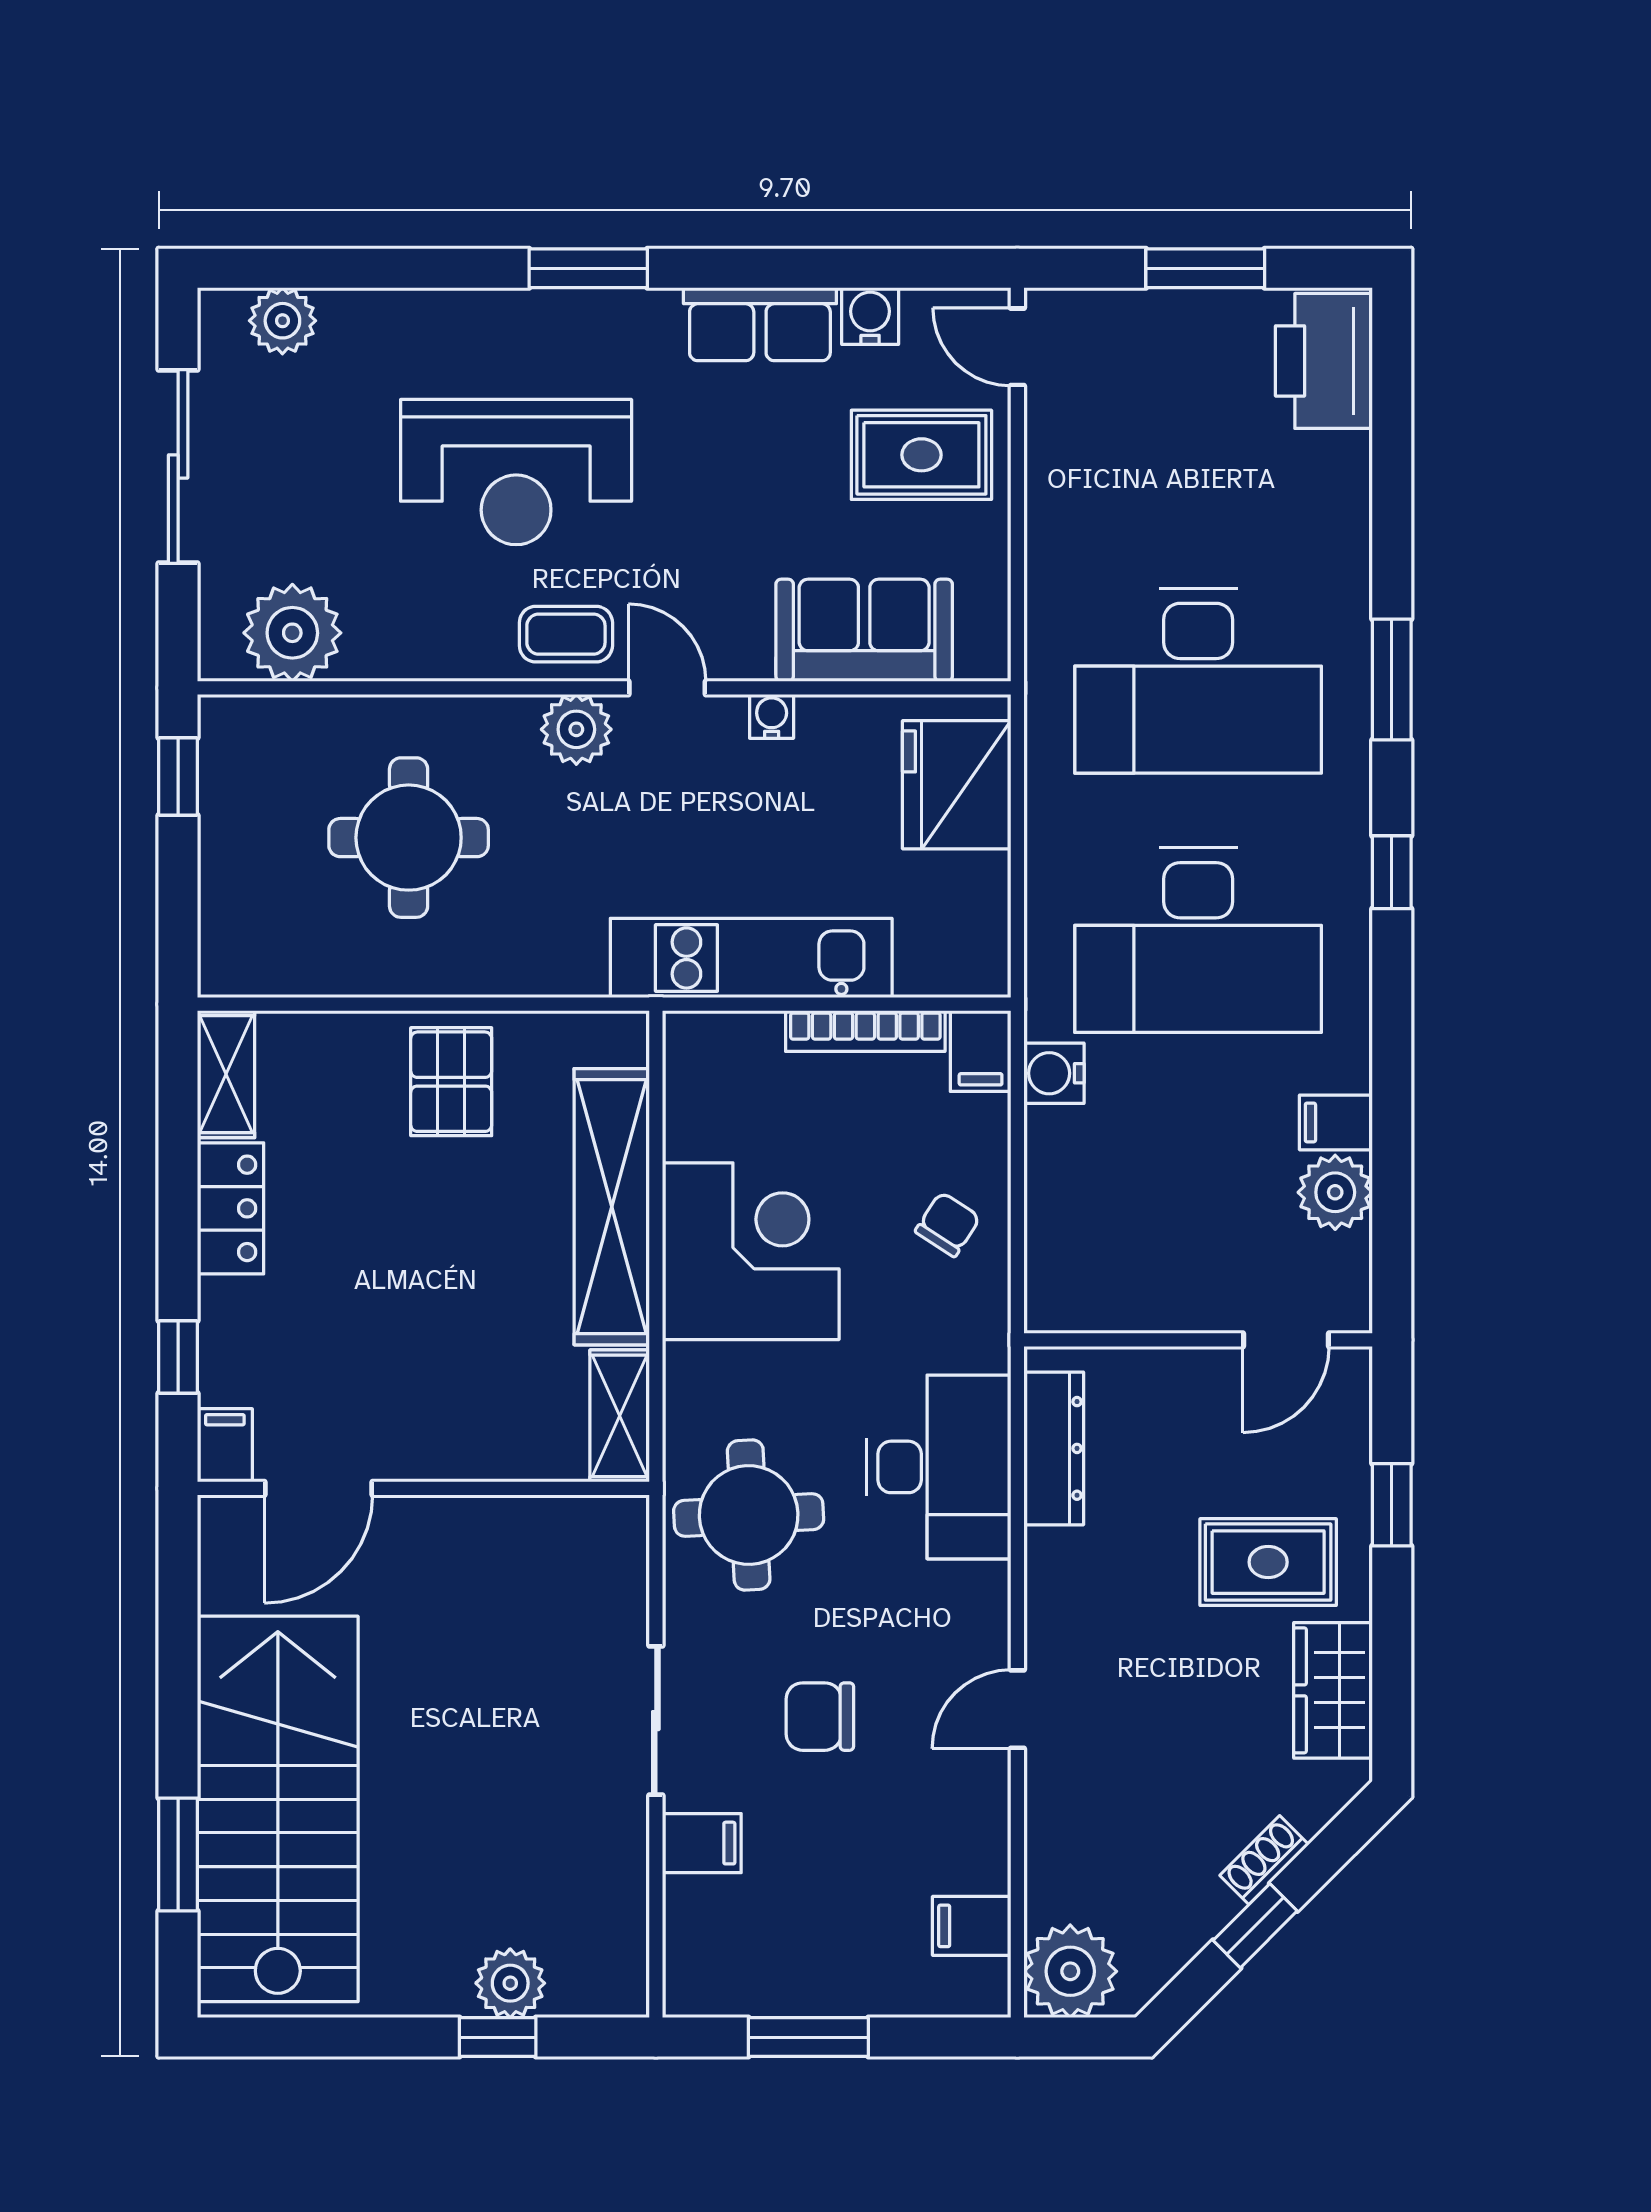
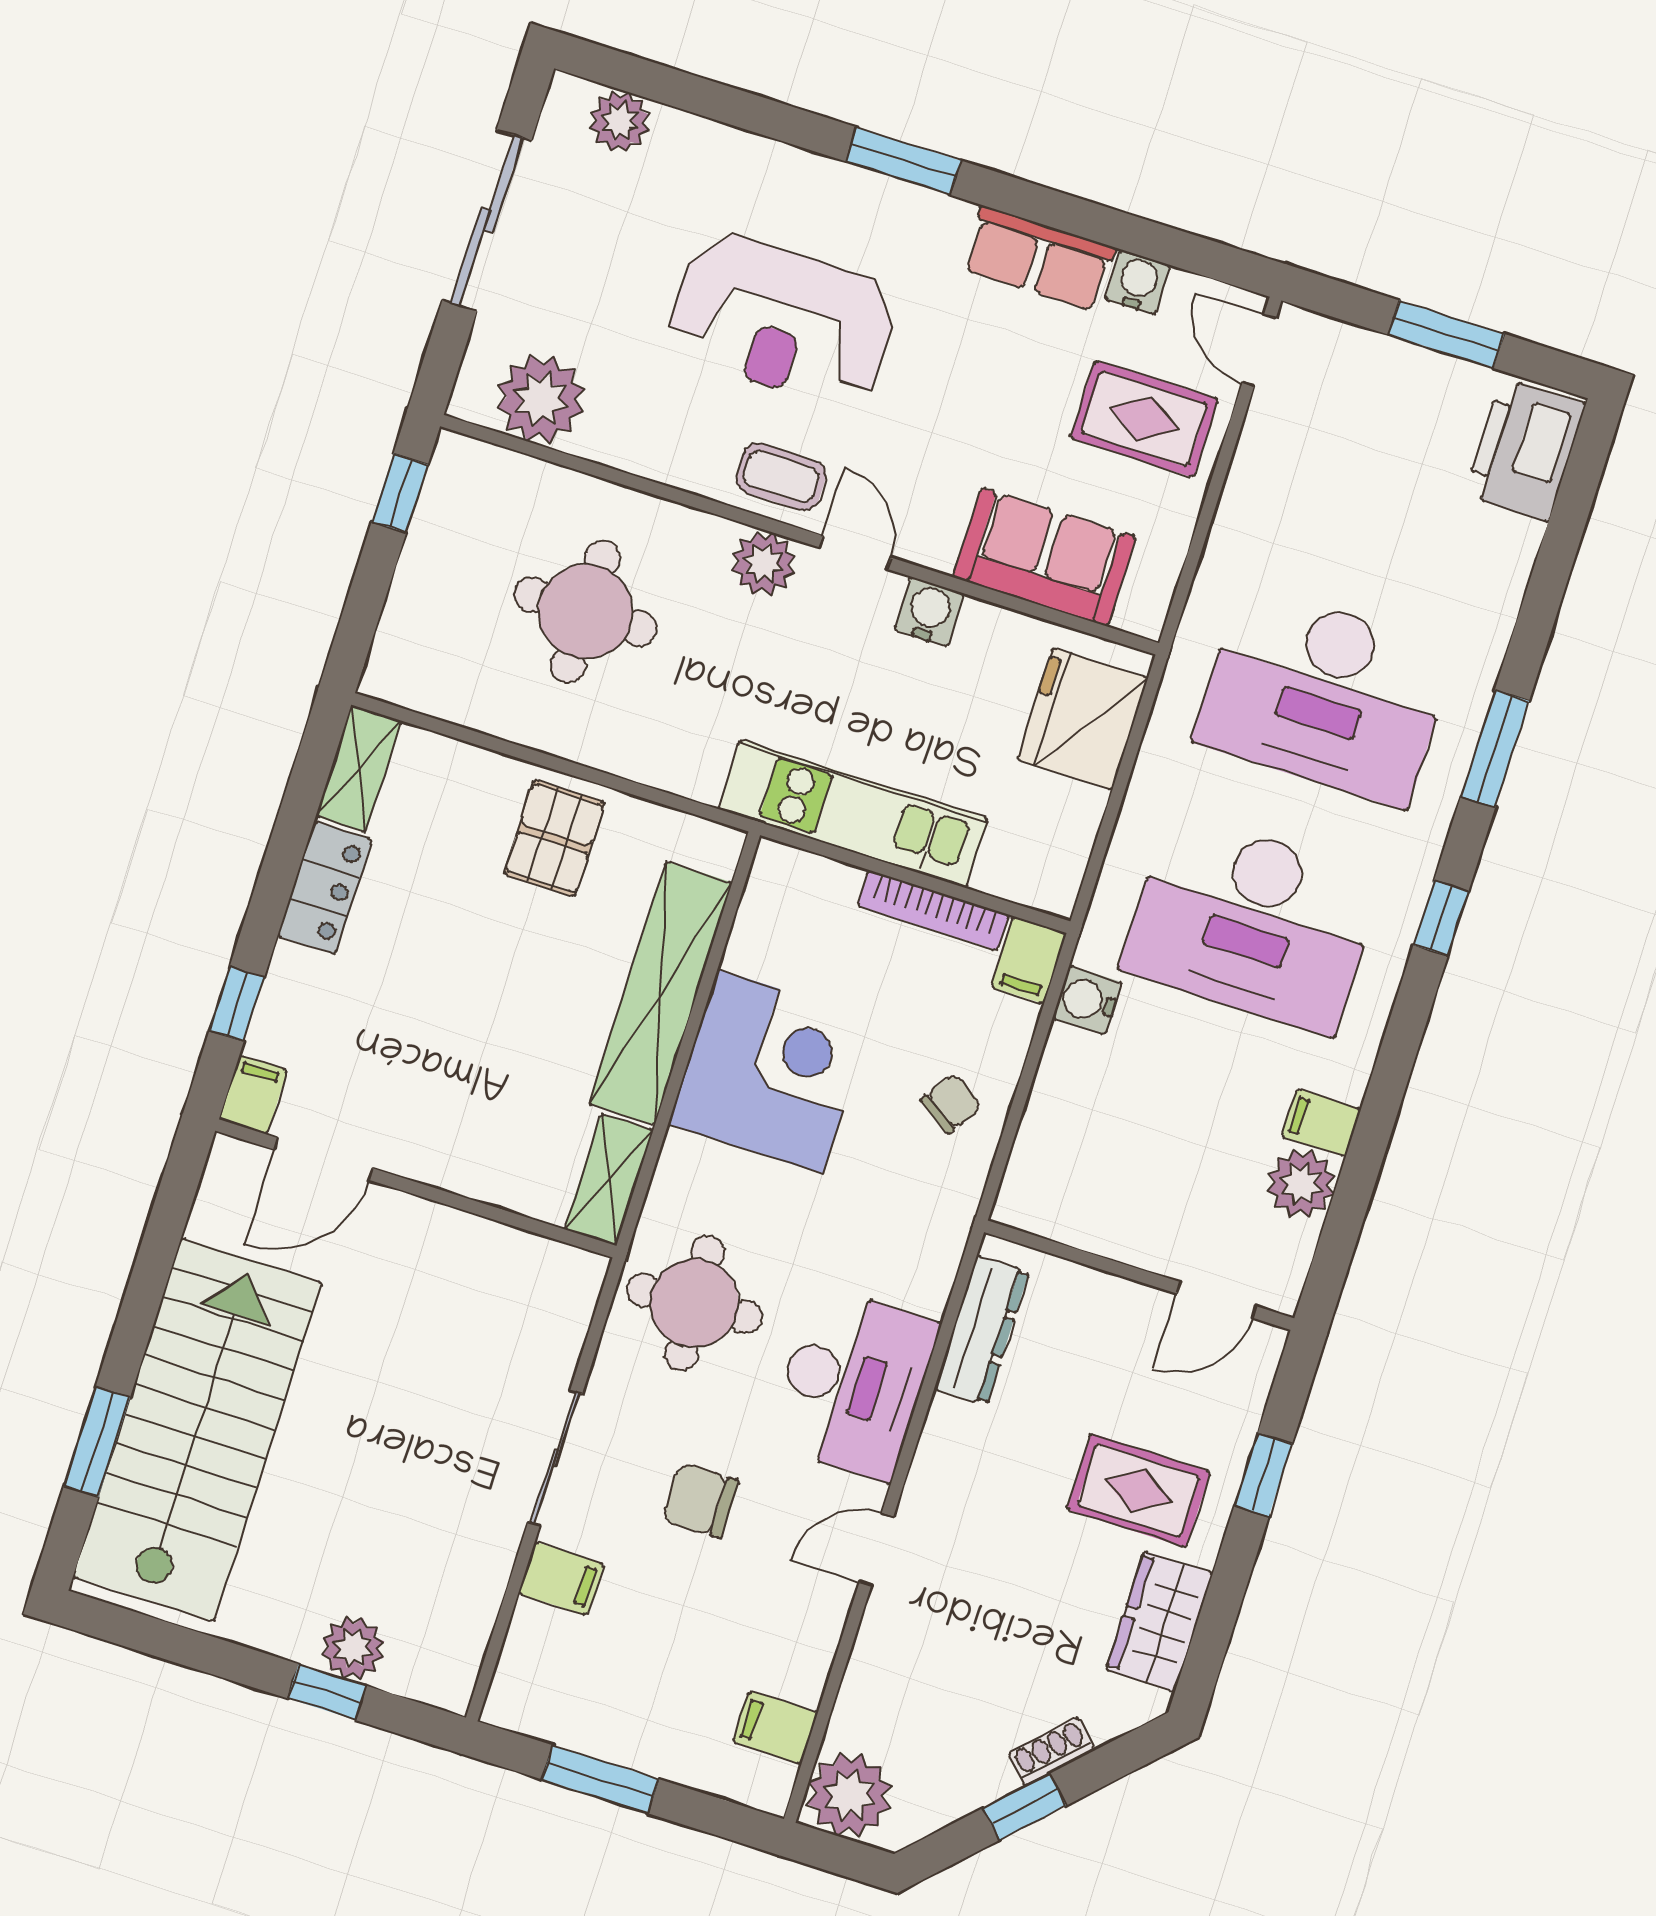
water cooler: (772, 716) -> (929, 612), width x1.38, depth x1.38
desk: (939, 1467) -> (853, 1384), moved

